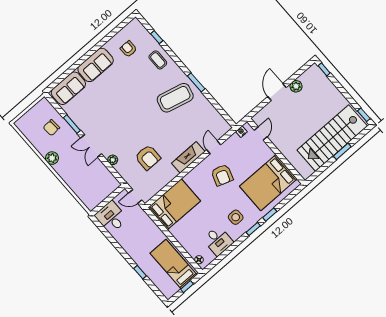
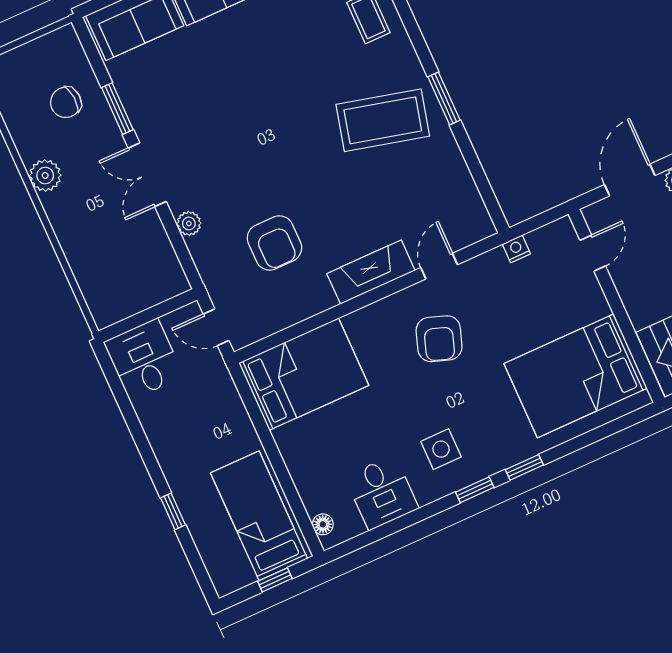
door: (261, 133) -> (593, 253), moved
wall: (276, 151) -> (617, 306), moved
bed: (268, 183) -> (576, 376), moved

